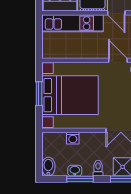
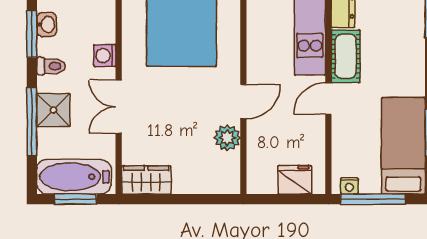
washing machine: (73, 138) -> (105, 56), moved

